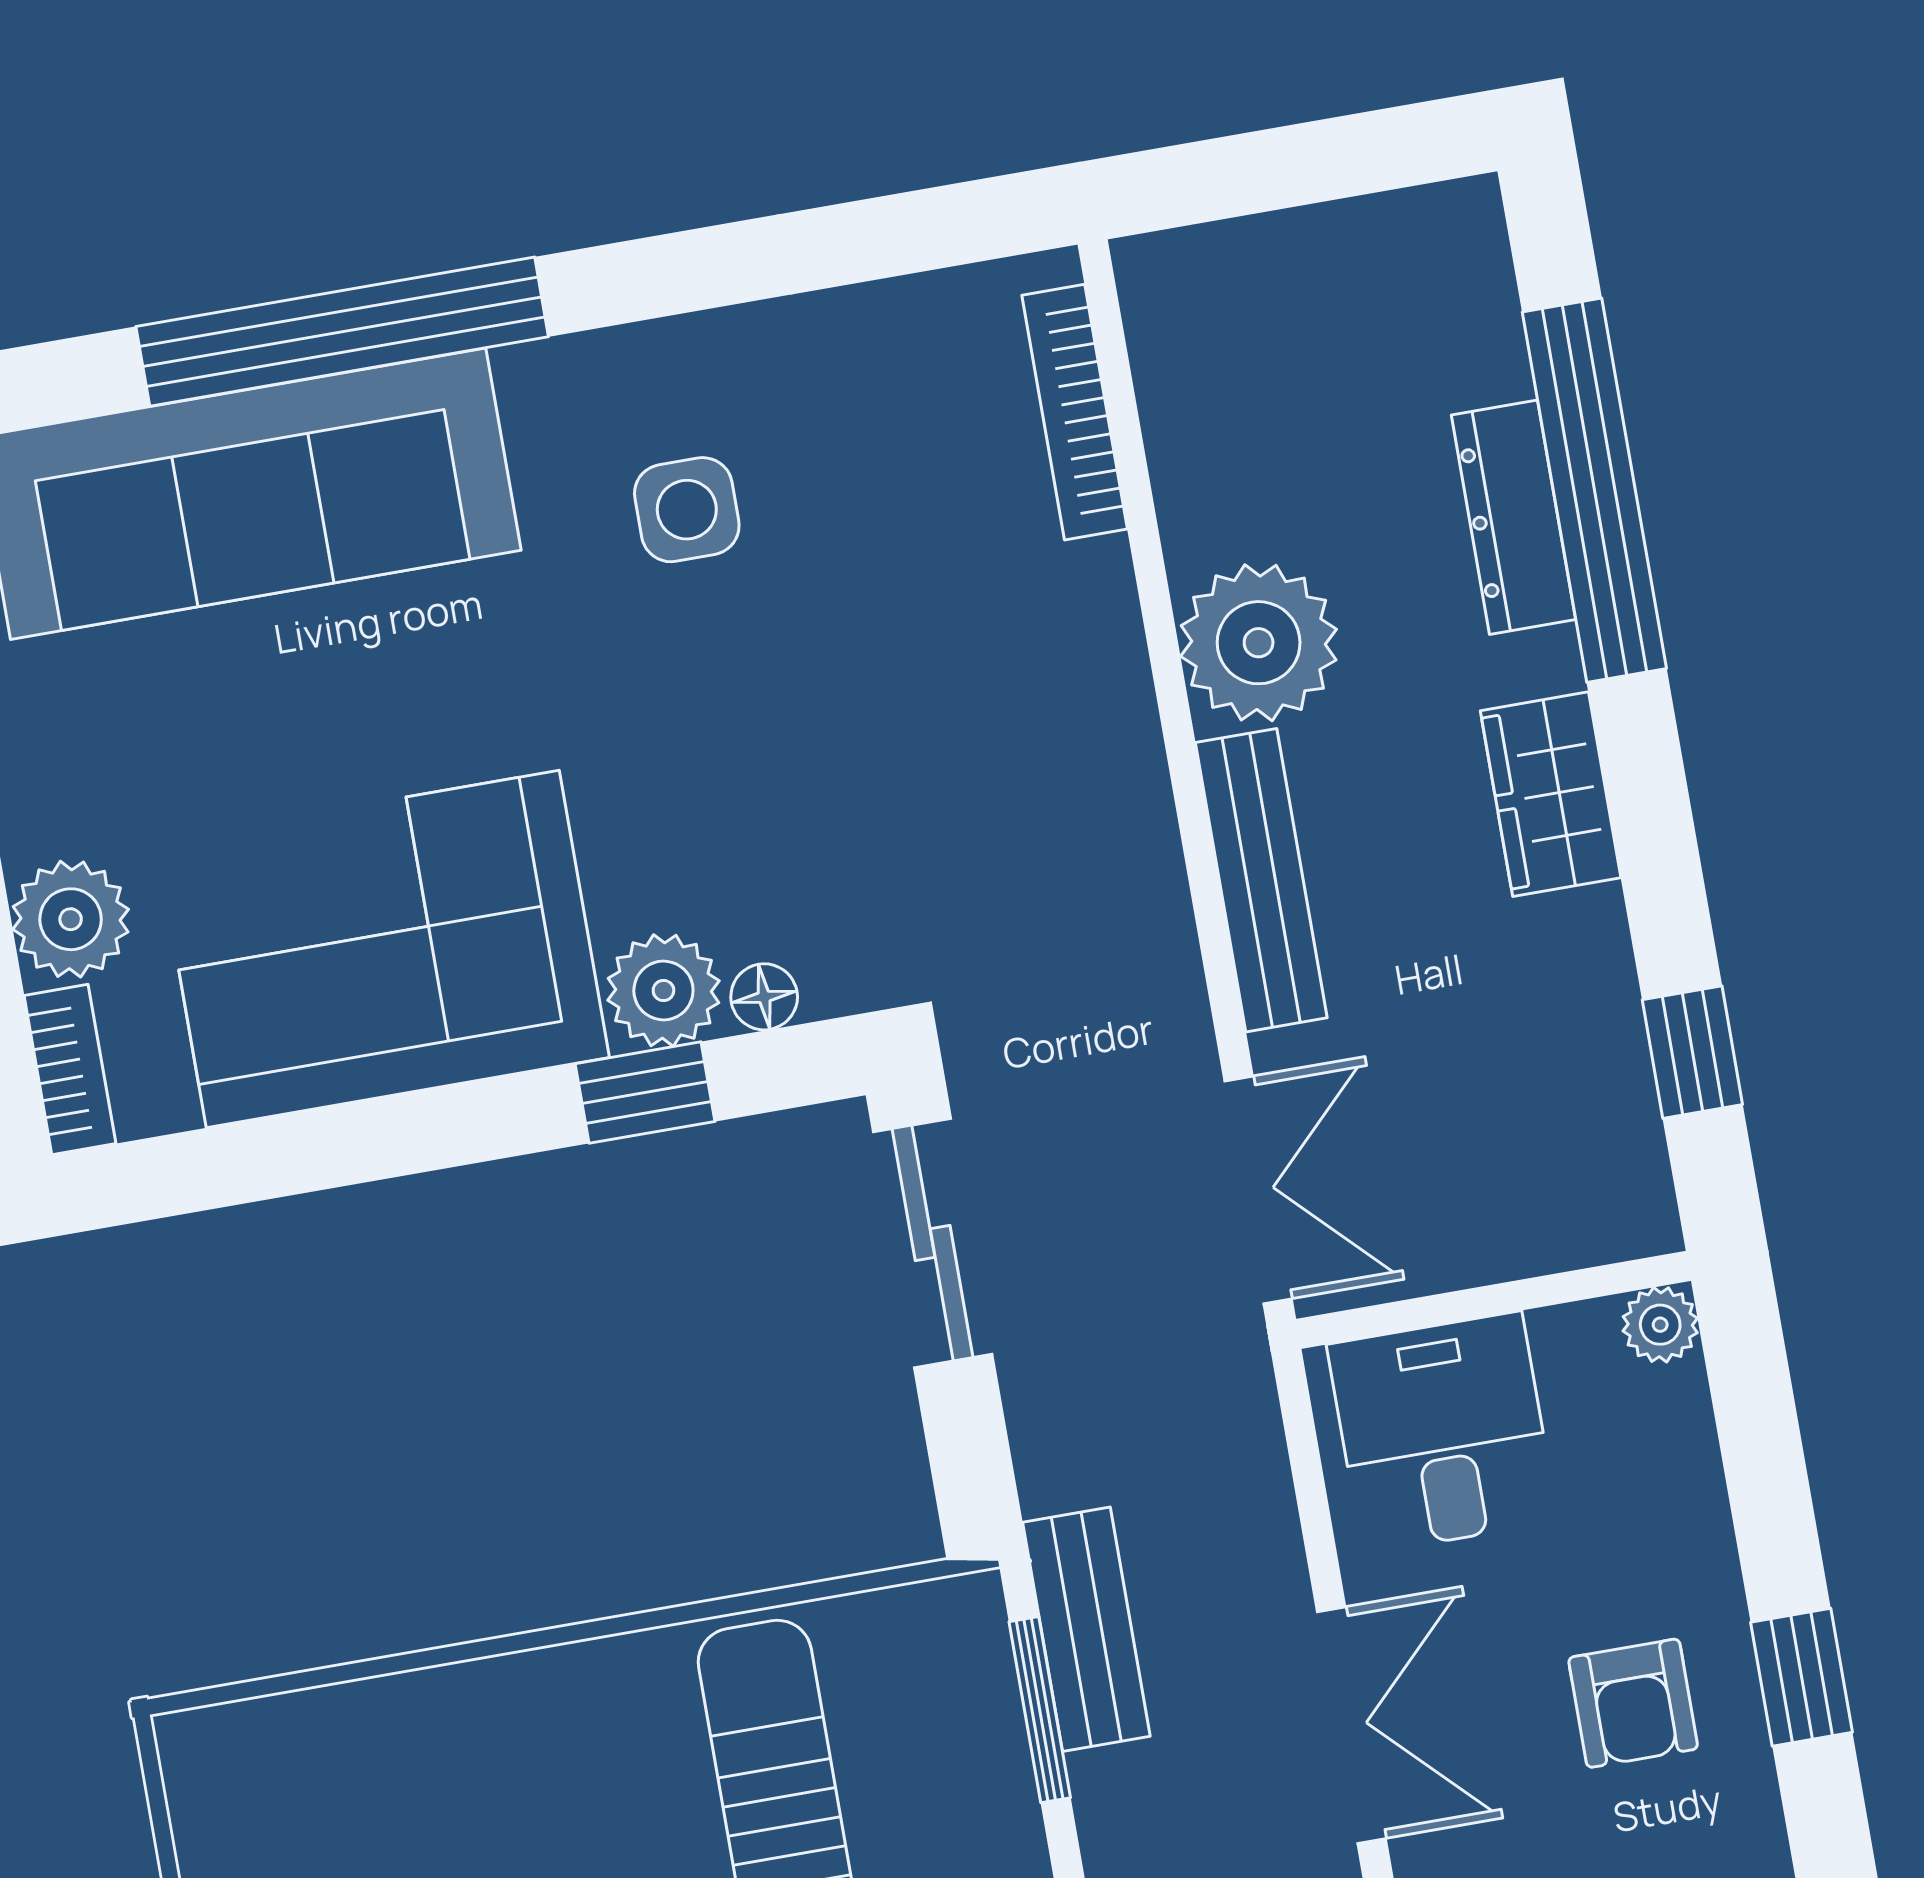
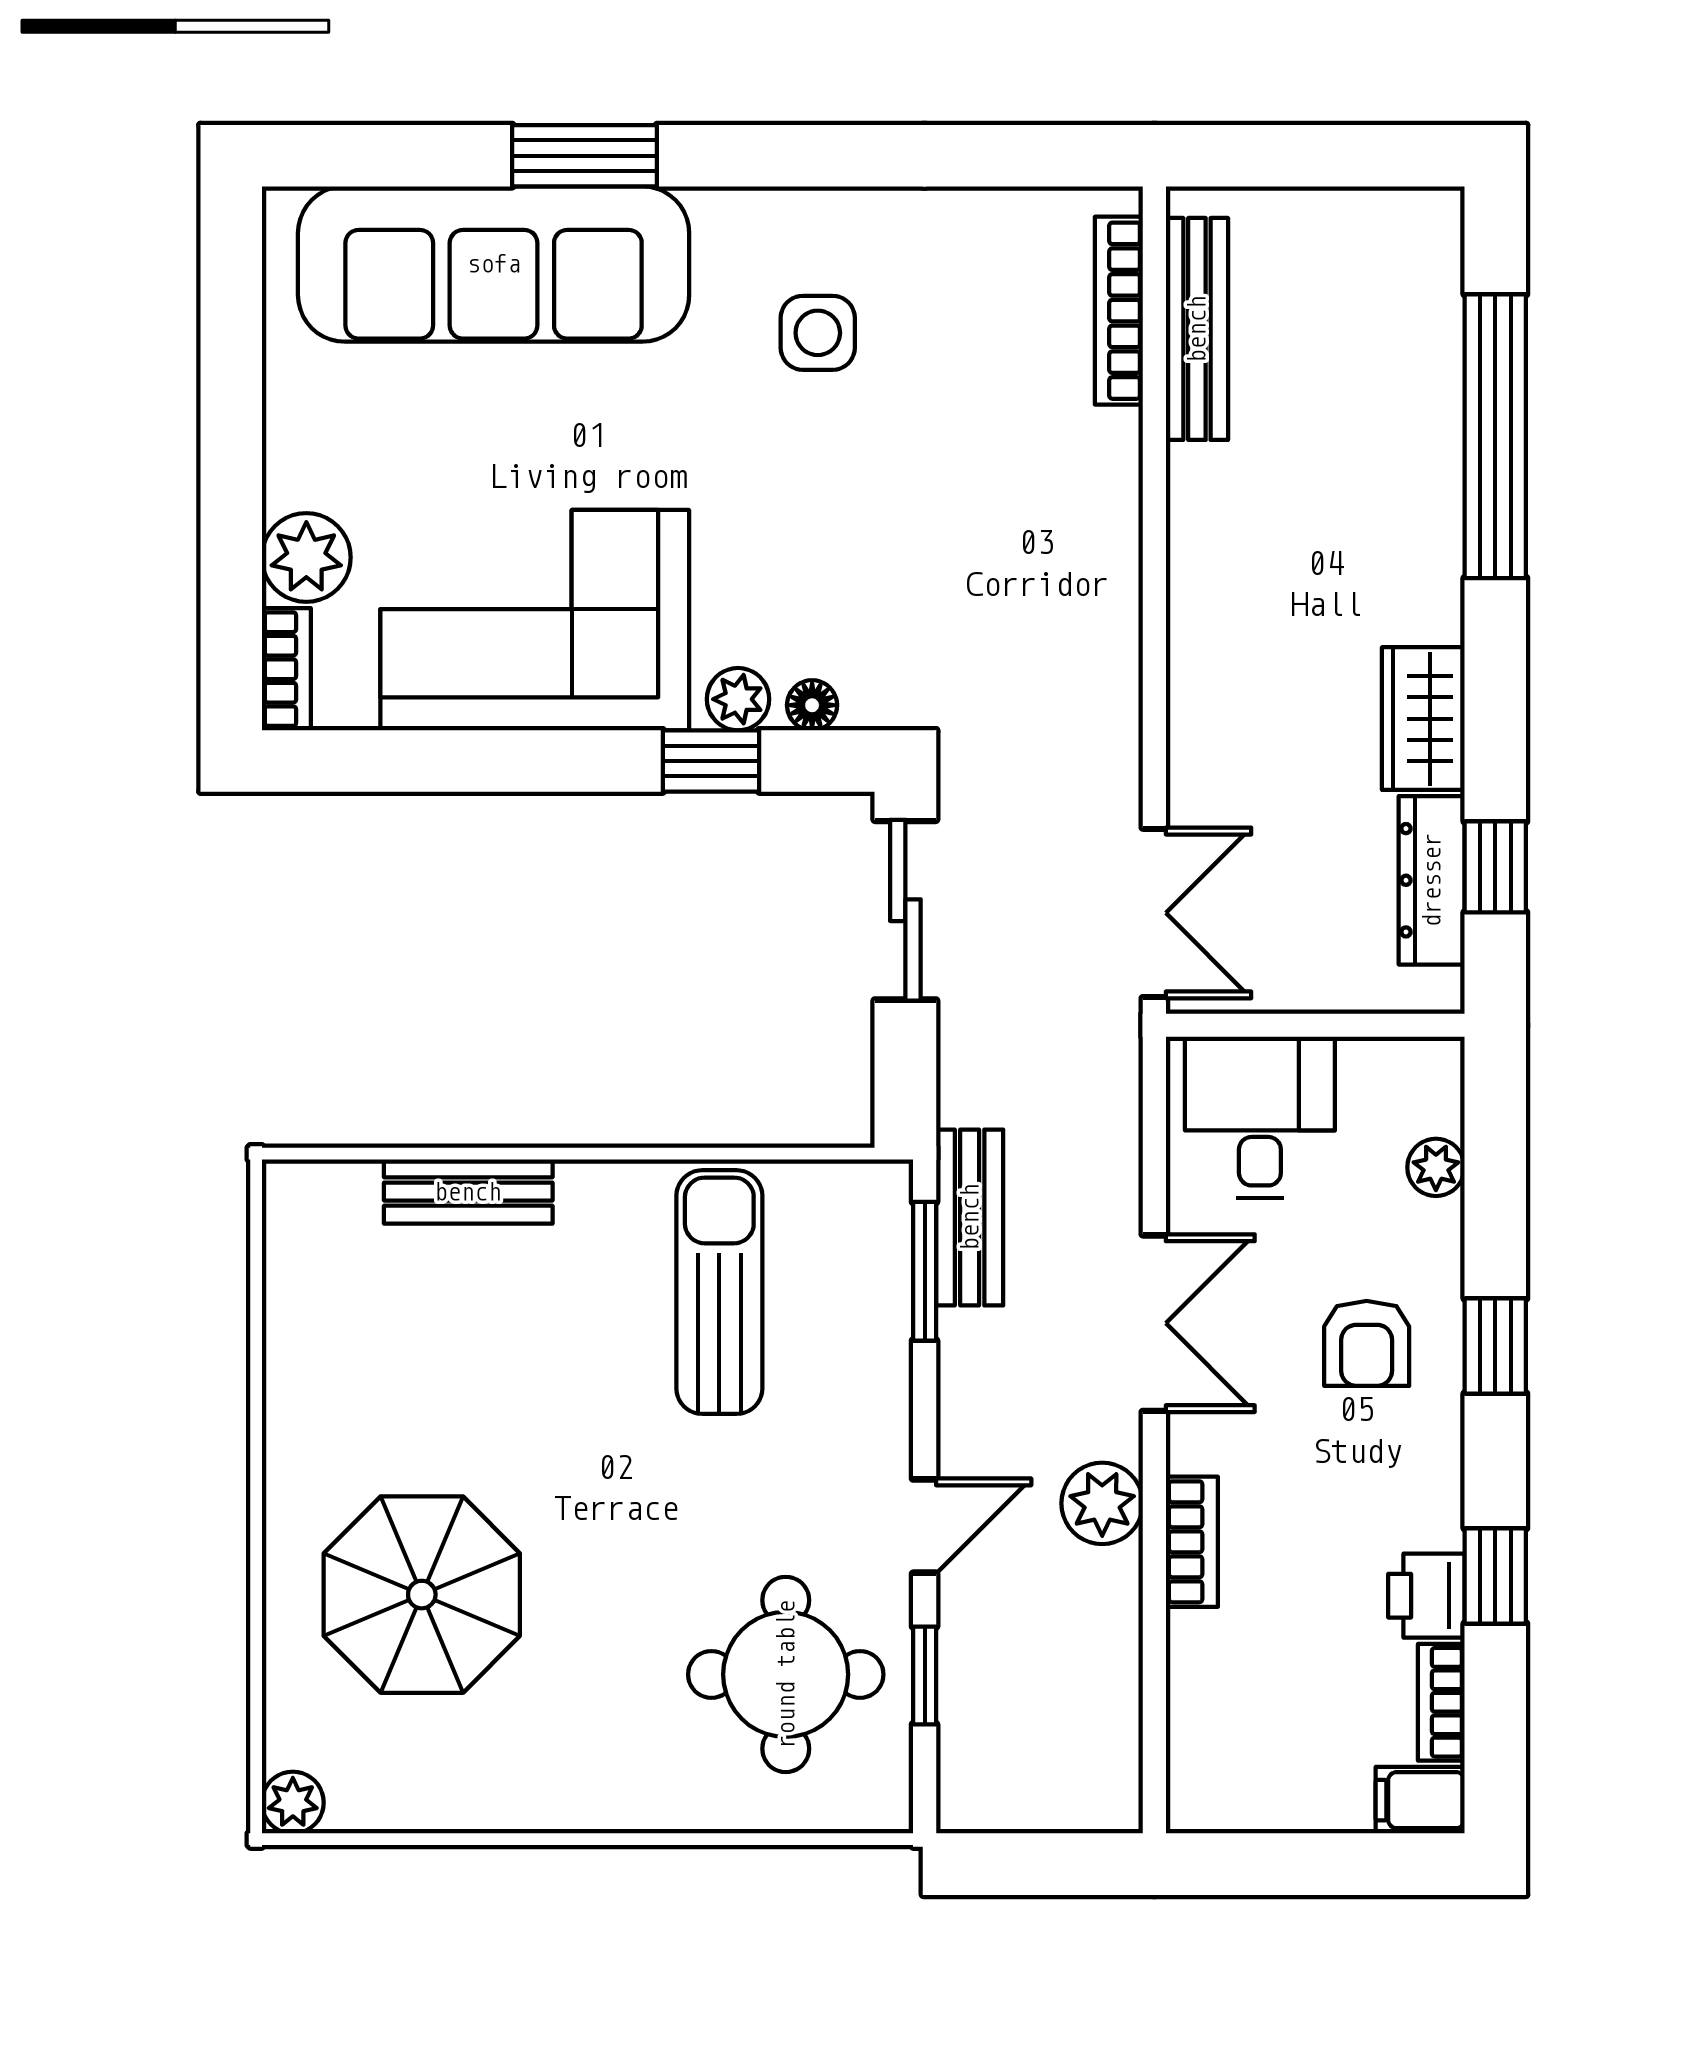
window: (342, 332) -> (585, 156), width x0.47
dresser: (1514, 517) -> (1432, 880), moved
plant: (1259, 643) -> (1226, 506), removed
wardrobe: (1551, 794) -> (1423, 719), moved
bench: (1261, 880) -> (1197, 329), moved
plant: (663, 990) -> (738, 699), width x0.73, depth x0.73
plant: (1660, 1325) -> (1436, 1167), moved
bench: (426, 1710) -> (468, 1192), added

